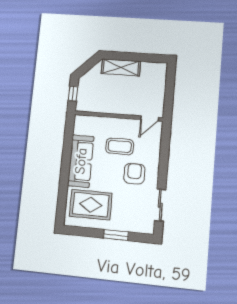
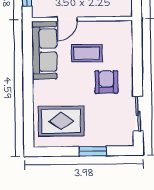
door: (150, 118) -> (67, 19), moved
sofa: (81, 161) -> (44, 50), moved

